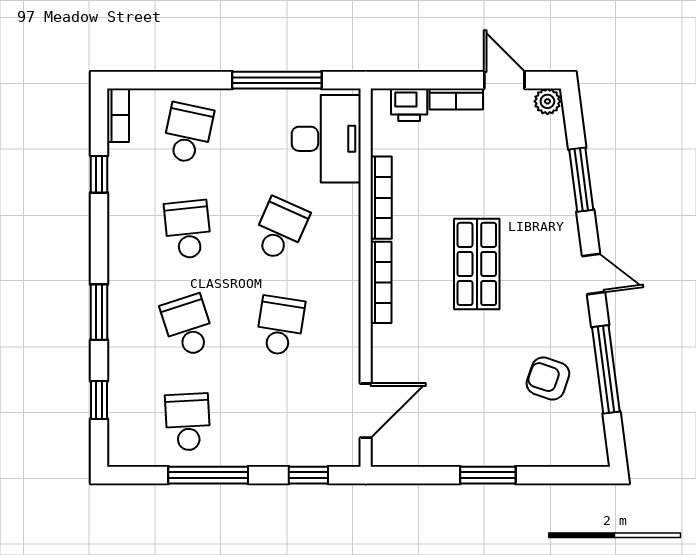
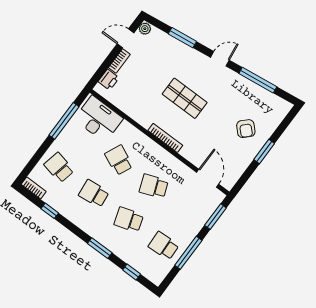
bookcase: (381, 198) -> (135, 115), removed
school desk: (280, 326) -> (154, 186), turned -30
armchair: (548, 379) -> (246, 129), moved, turned -64
window: (308, 475) -> (215, 217), width x1.50

